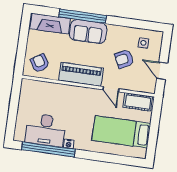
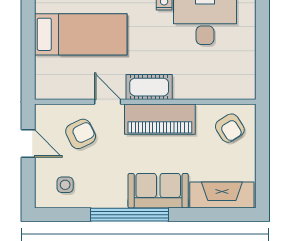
window: (83, 16) -> (129, 215), moved
armchair: (124, 59) -> (81, 134), moved
cot: (138, 102) -> (149, 87), moved

